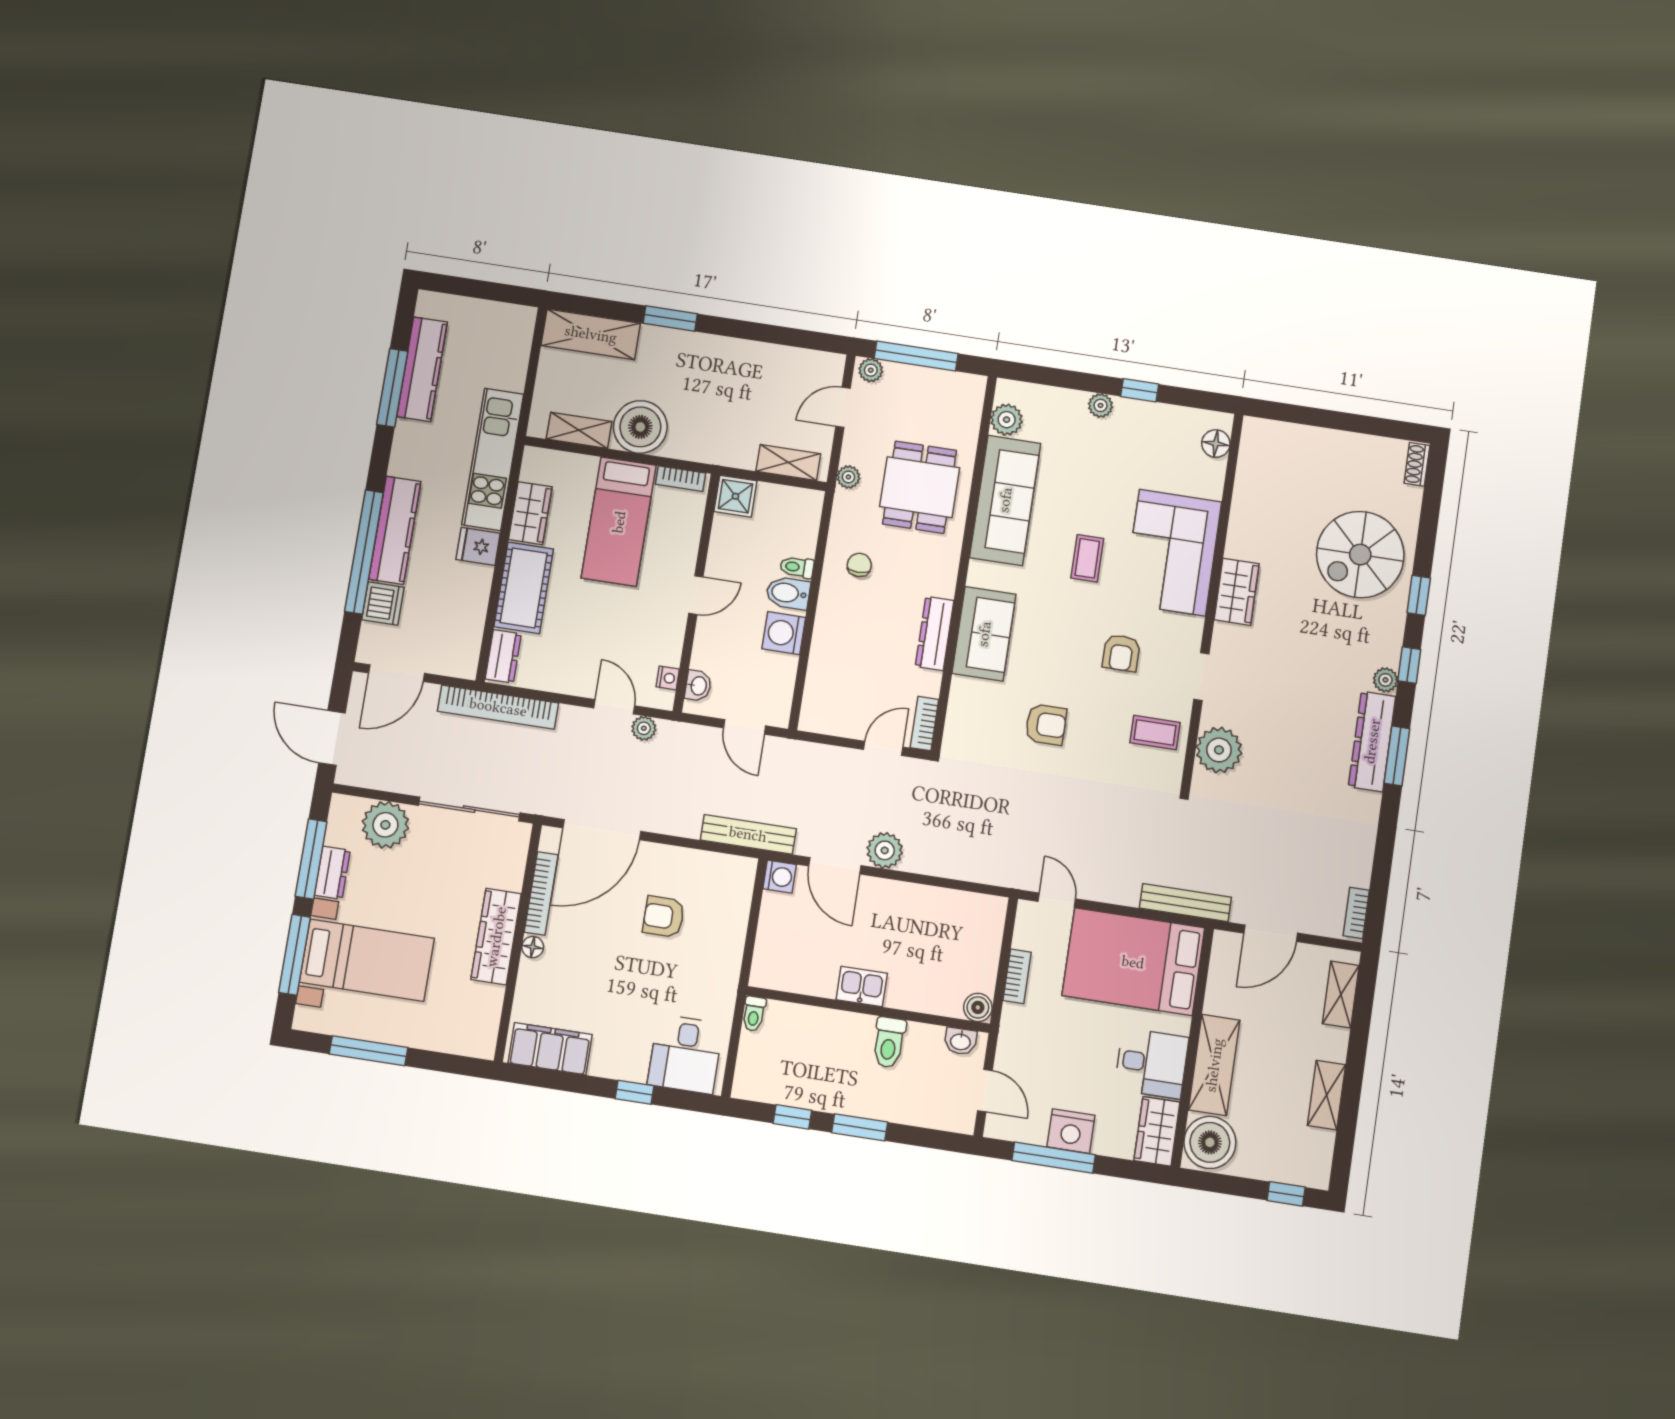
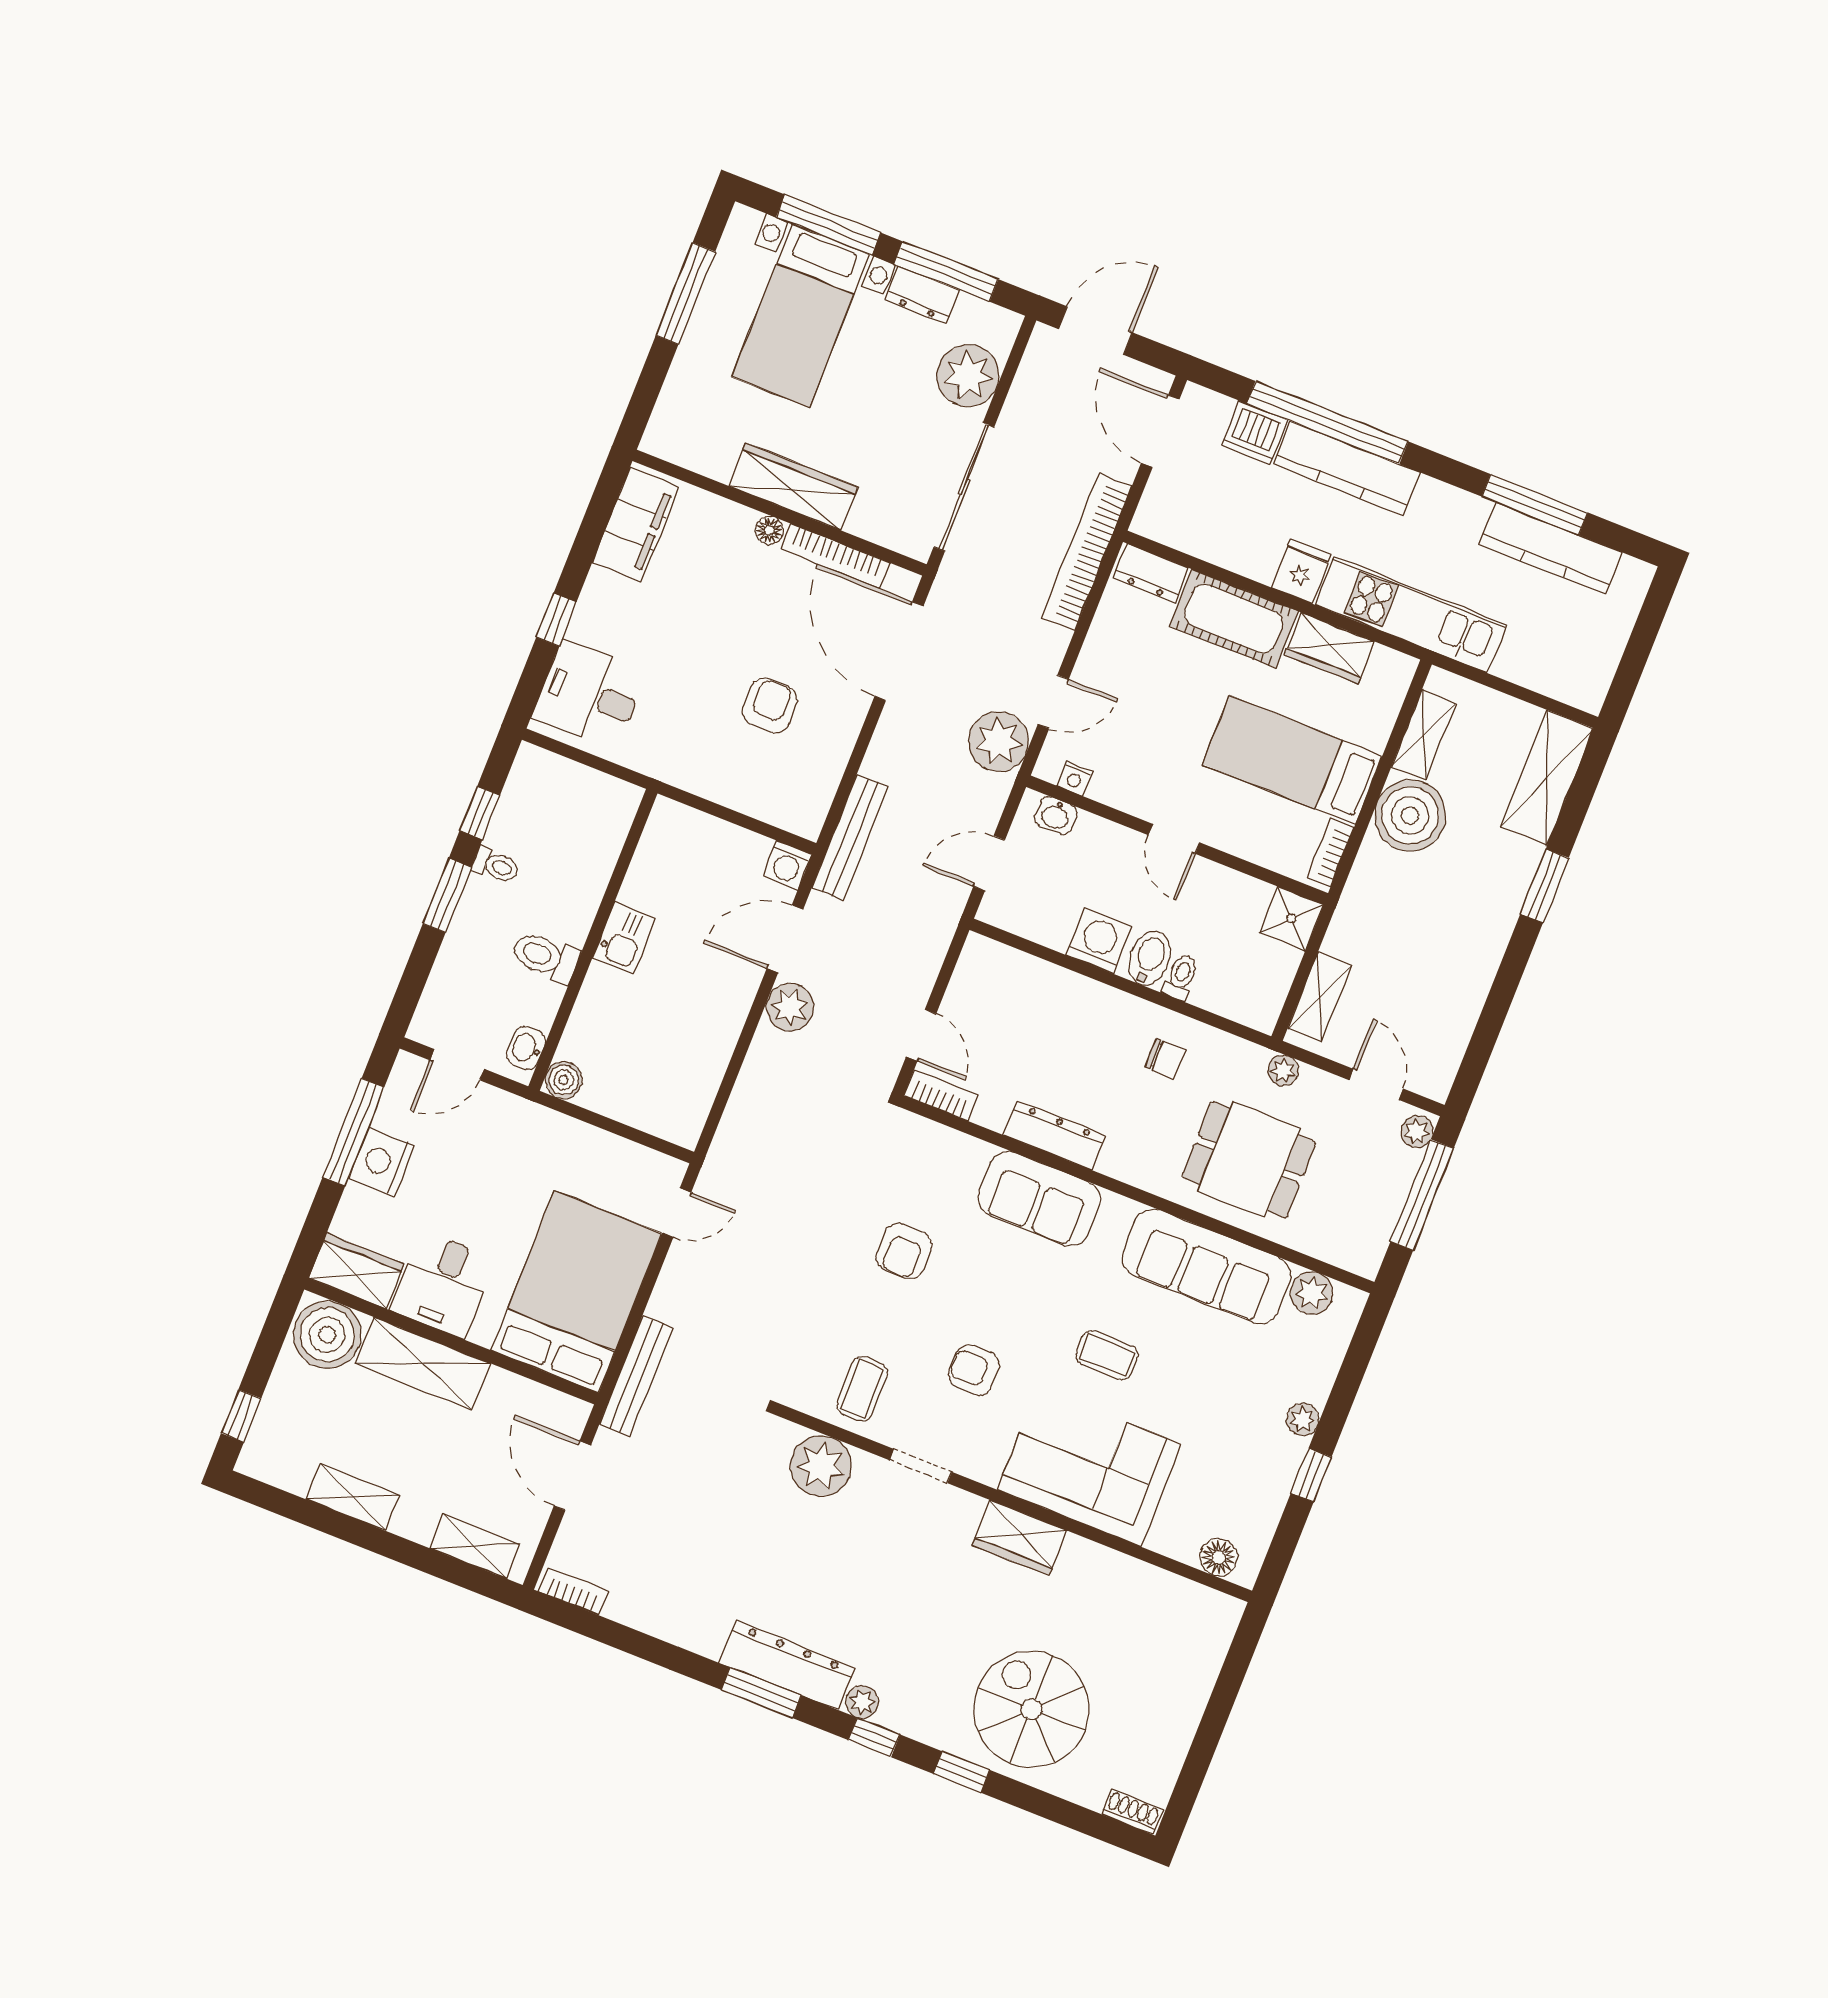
plant: (644, 728) -> (999, 741), width x1.88, depth x1.88
bookcase: (1017, 976) -> (592, 1139), removed
toilet: (754, 1014) -> (496, 865), moved, turned 180

